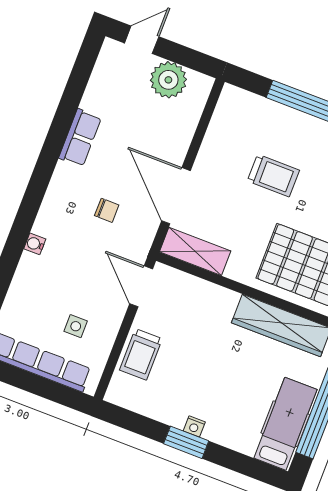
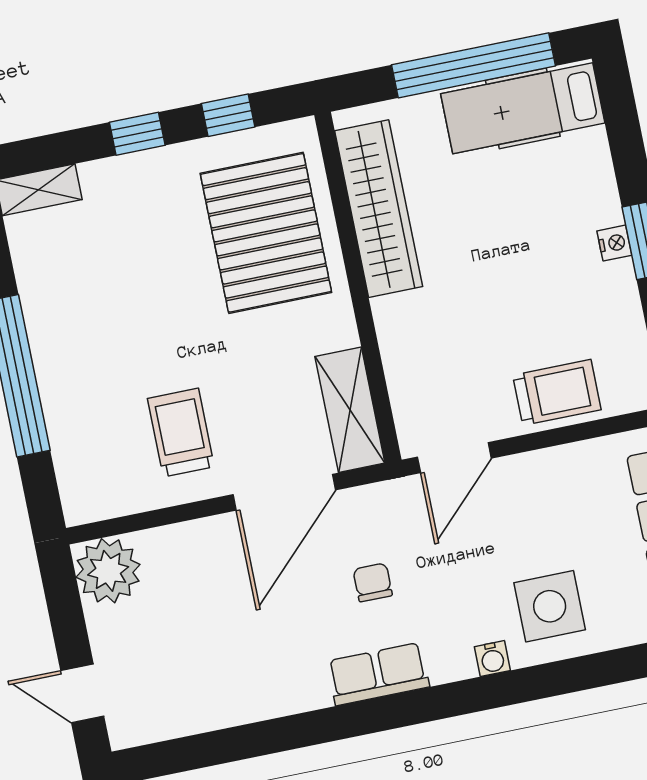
plant: (168, 80) -> (108, 571), moved
row of seats: (80, 138) -> (378, 674), moved
trolley: (273, 176) -> (181, 433), moved
side table: (76, 326) -> (550, 606), moved, width x1.87, depth x1.87

